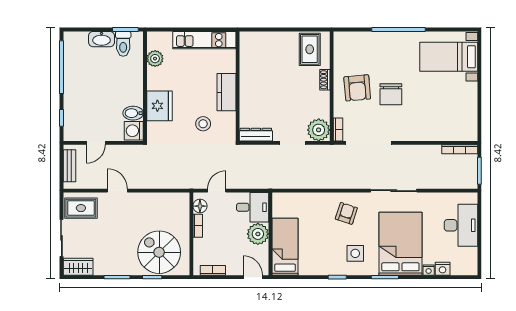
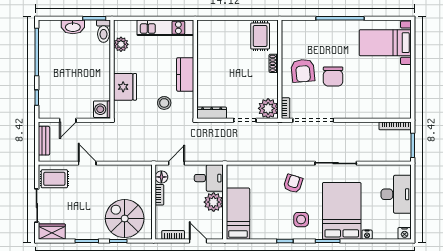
toilet: (123, 44) -> (104, 31), moved
bidet: (133, 113) -> (101, 93), removed
nightstand: (443, 269) -> (405, 233), moved
door: (253, 277) -> (198, 241), moved

